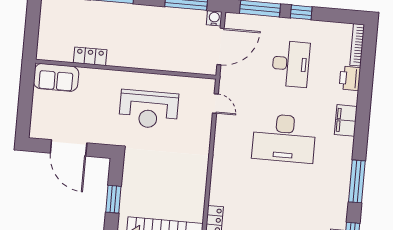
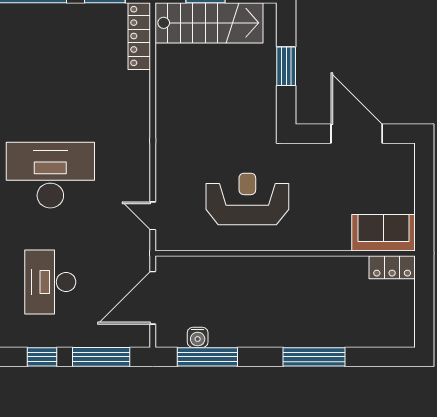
water cooler: (214, 18) -> (198, 337), moved
locker: (90, 56) -> (392, 267), moved

